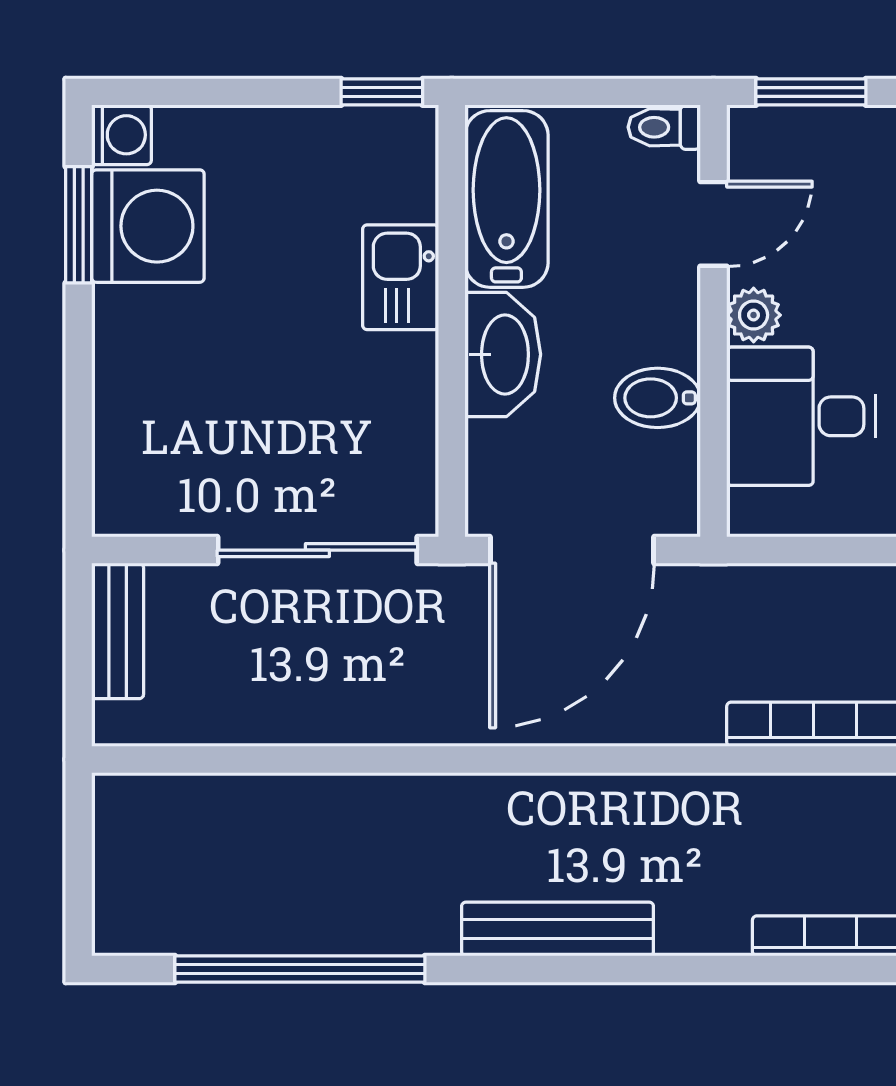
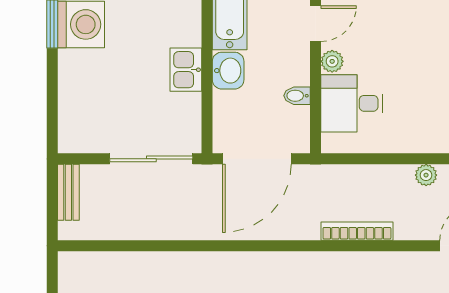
kitchen sink: (401, 277) -> (186, 70), moved
washbasin: (503, 354) -> (228, 71), width x0.72
bidet: (658, 398) -> (297, 96), width x0.72, depth x0.74

